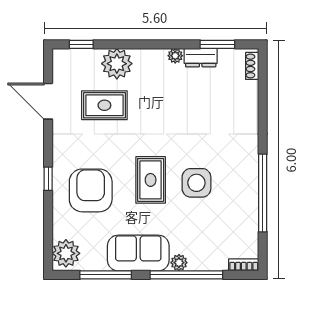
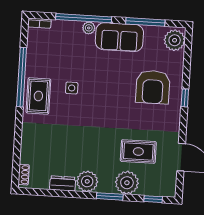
window: (217, 44) -> (110, 196), moved
plant: (175, 56) -> (87, 181), width x1.87, depth x1.87
rug: (151, 180) -> (38, 96), moved
side table: (196, 183) -> (72, 88), width x0.54, depth x0.54

